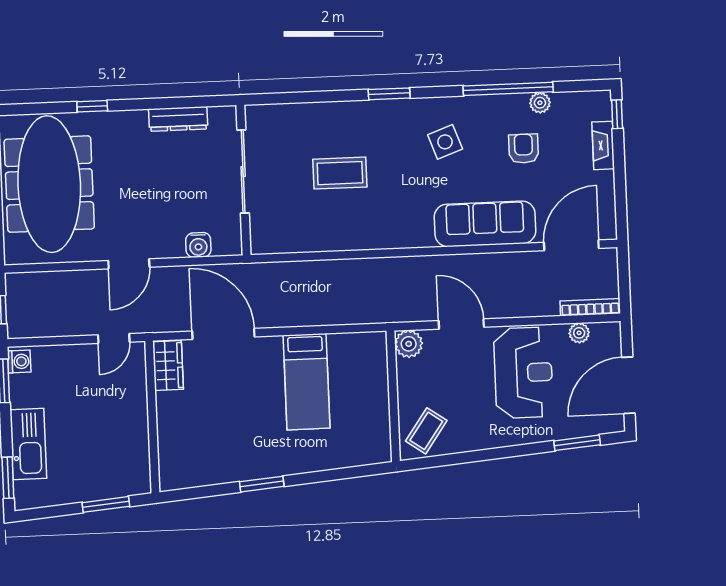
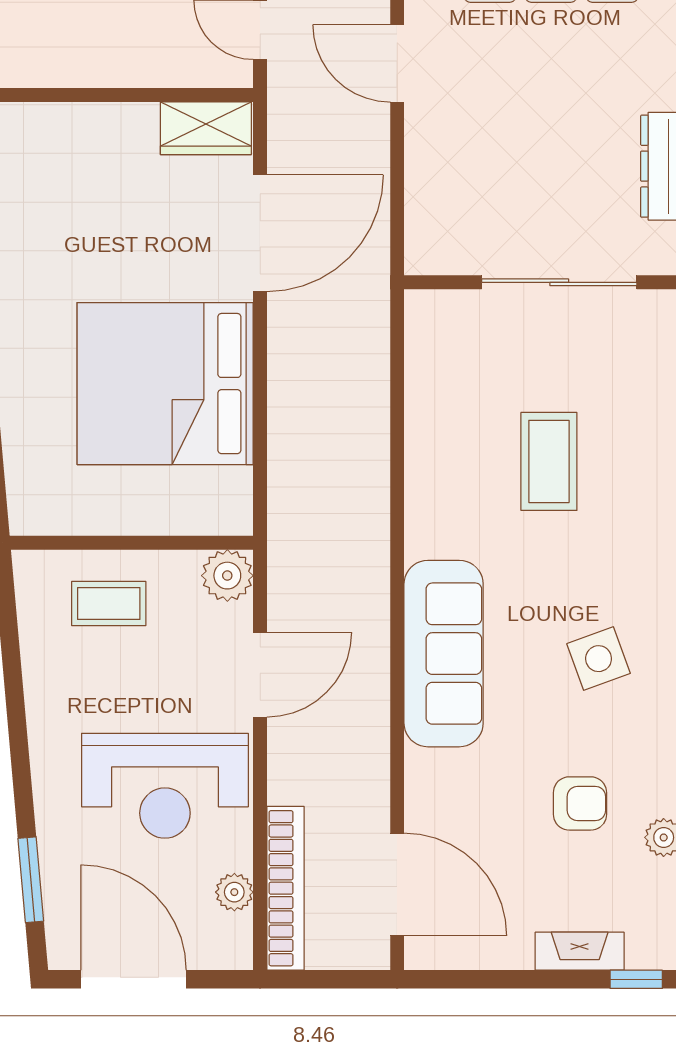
sofa: (485, 224) -> (444, 654), moved
water cooler: (198, 245) -> (427, 194), removed
bookcase: (590, 307) -> (285, 888), width x1.48, depth x1.31
bed: (307, 382) -> (165, 384), width x2.04
coffee table: (426, 431) -> (109, 603), moved, turned -35

